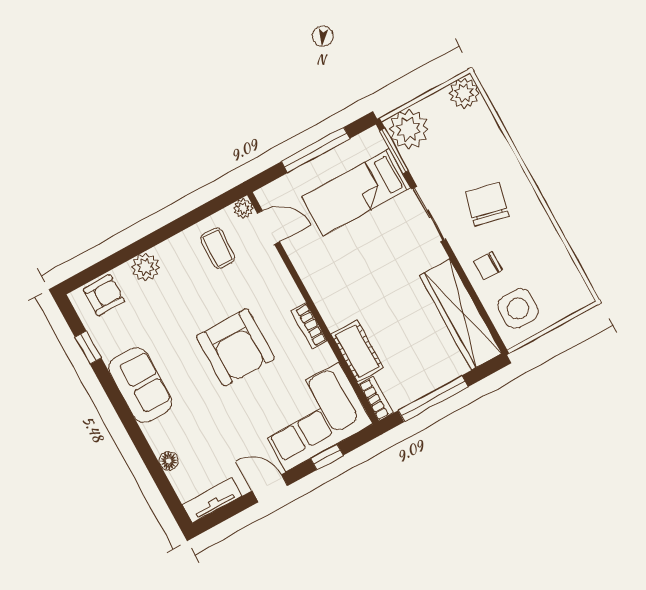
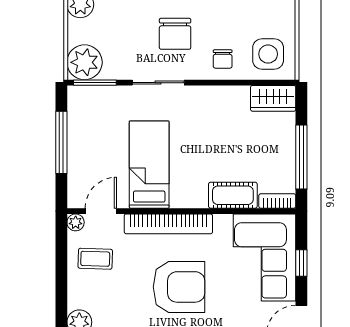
bed: (356, 192) -> (149, 165), moved, turned 180
chair: (487, 204) -> (175, 34), turned -103
wardrobe: (460, 314) -> (273, 98), width x0.48, depth x0.85
bookcase: (309, 326) -> (168, 224), width x2.31, depth x1.31

